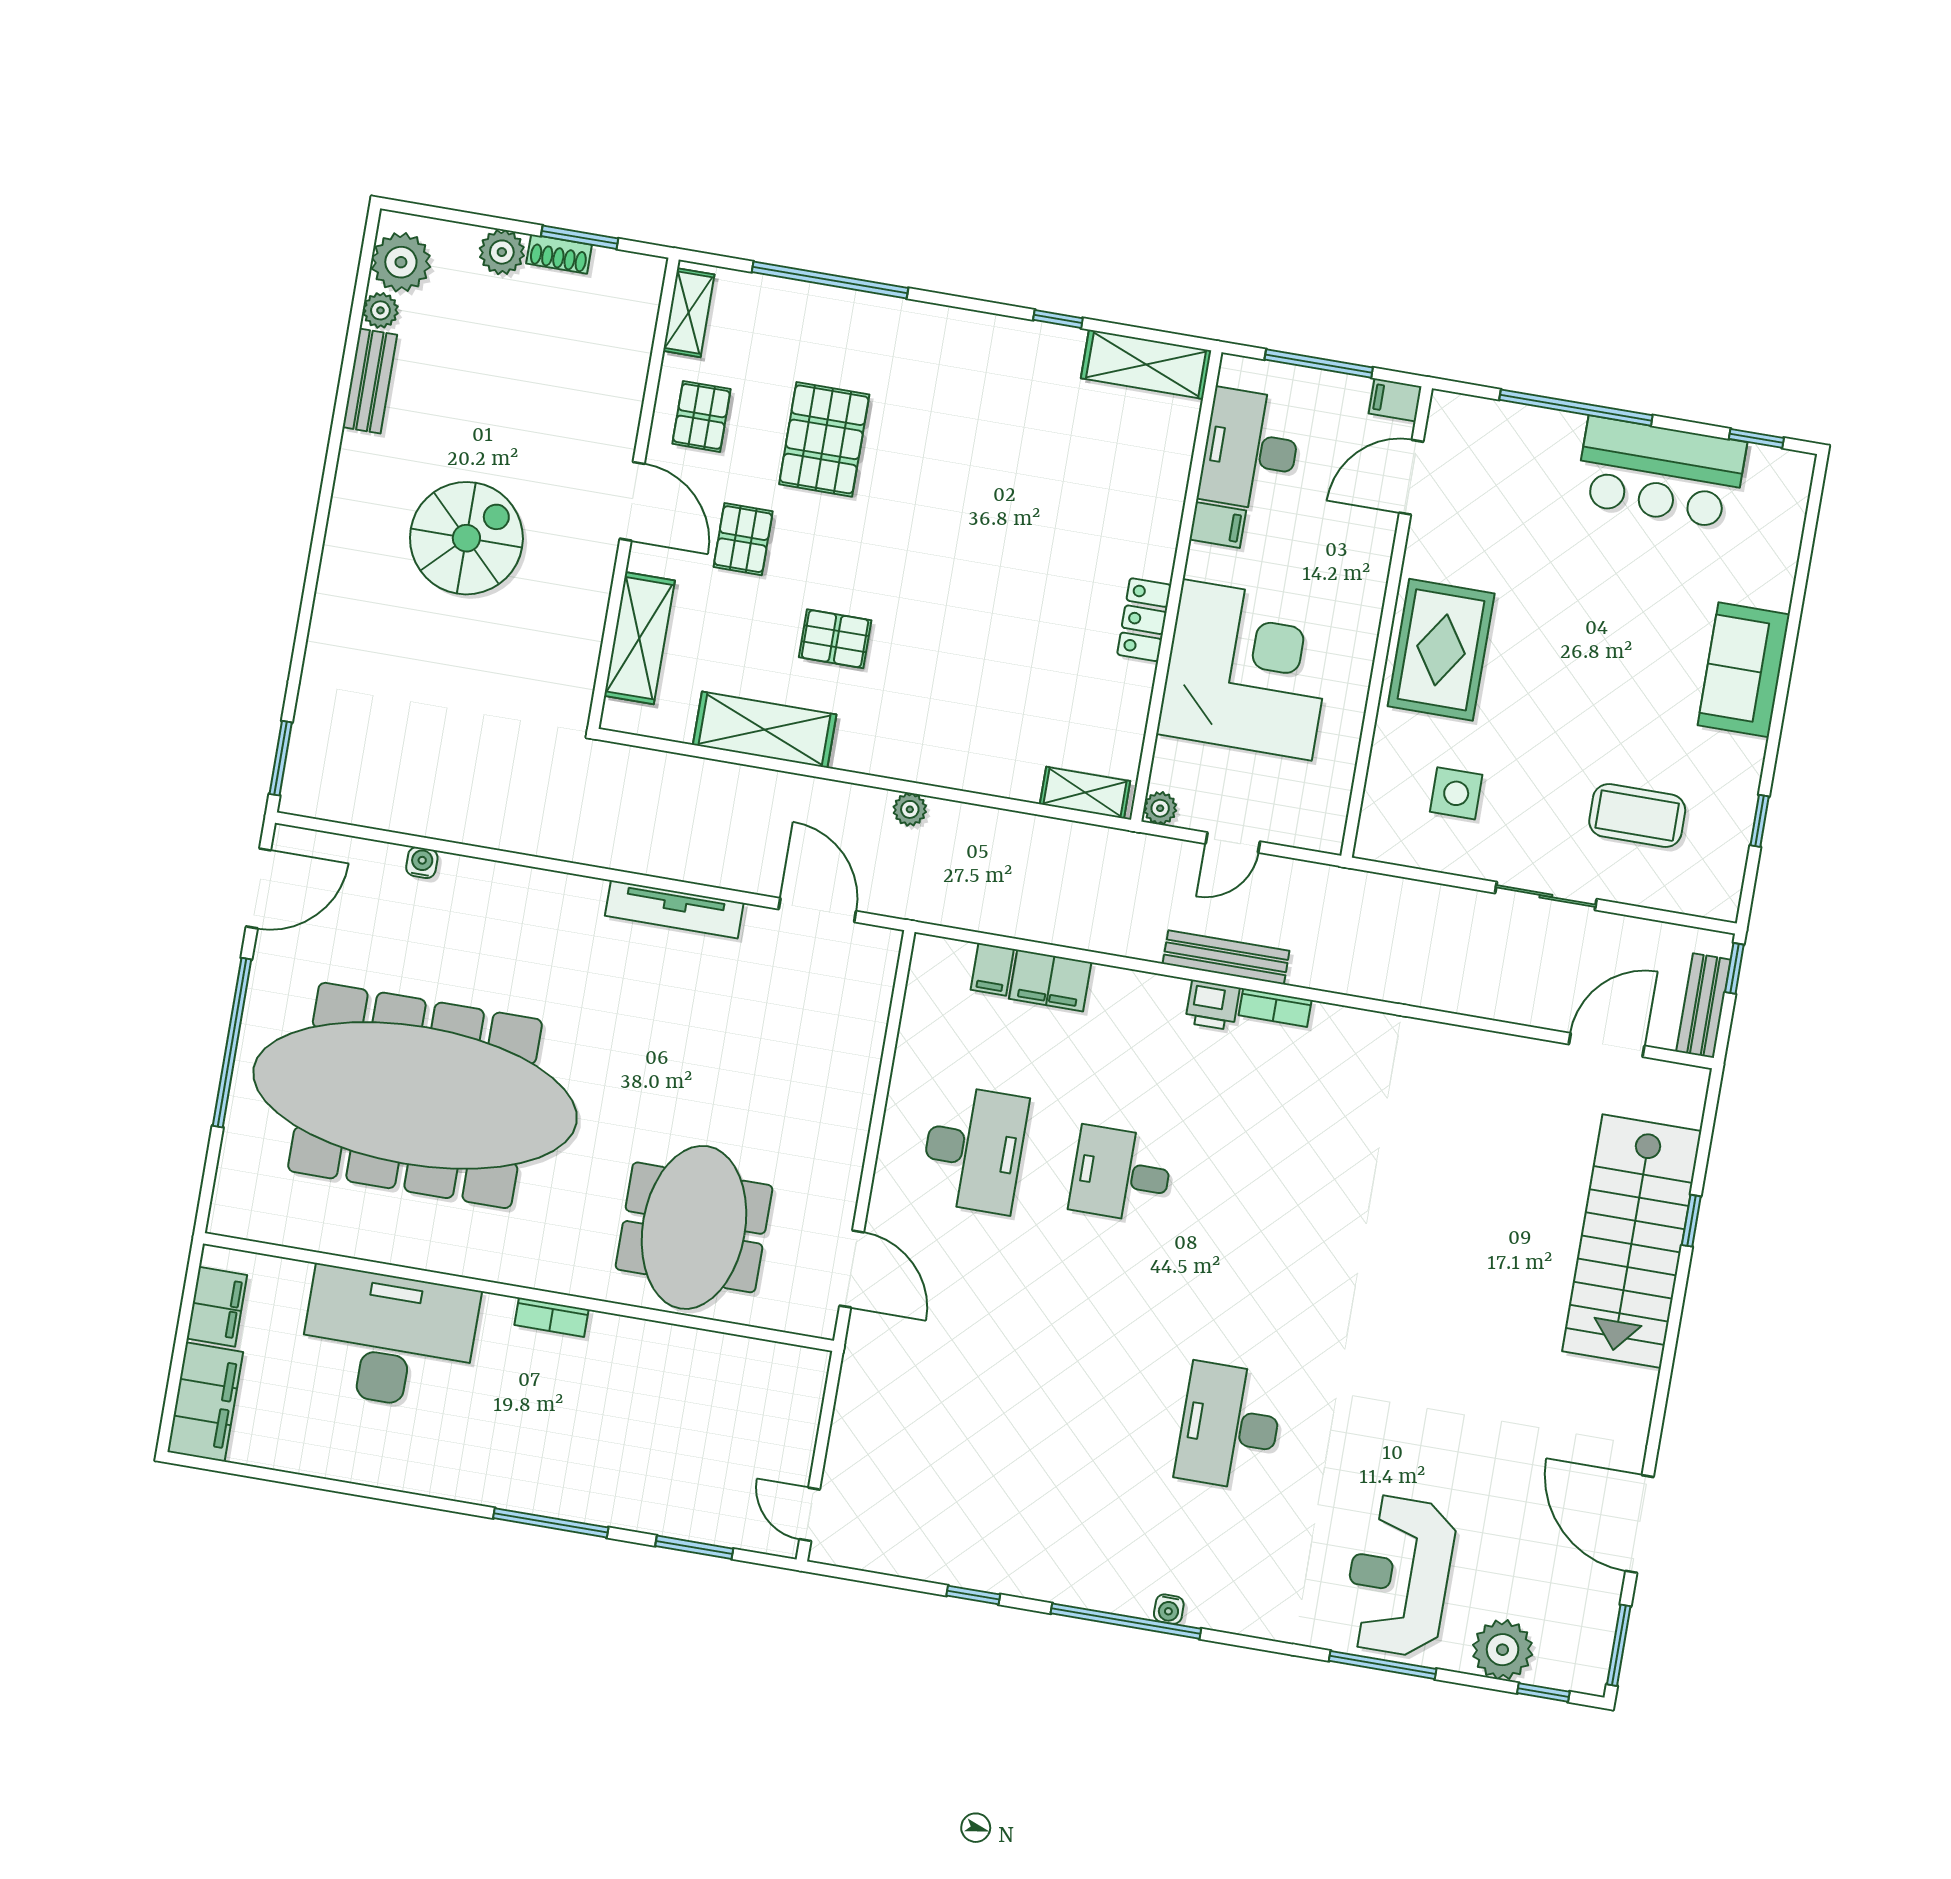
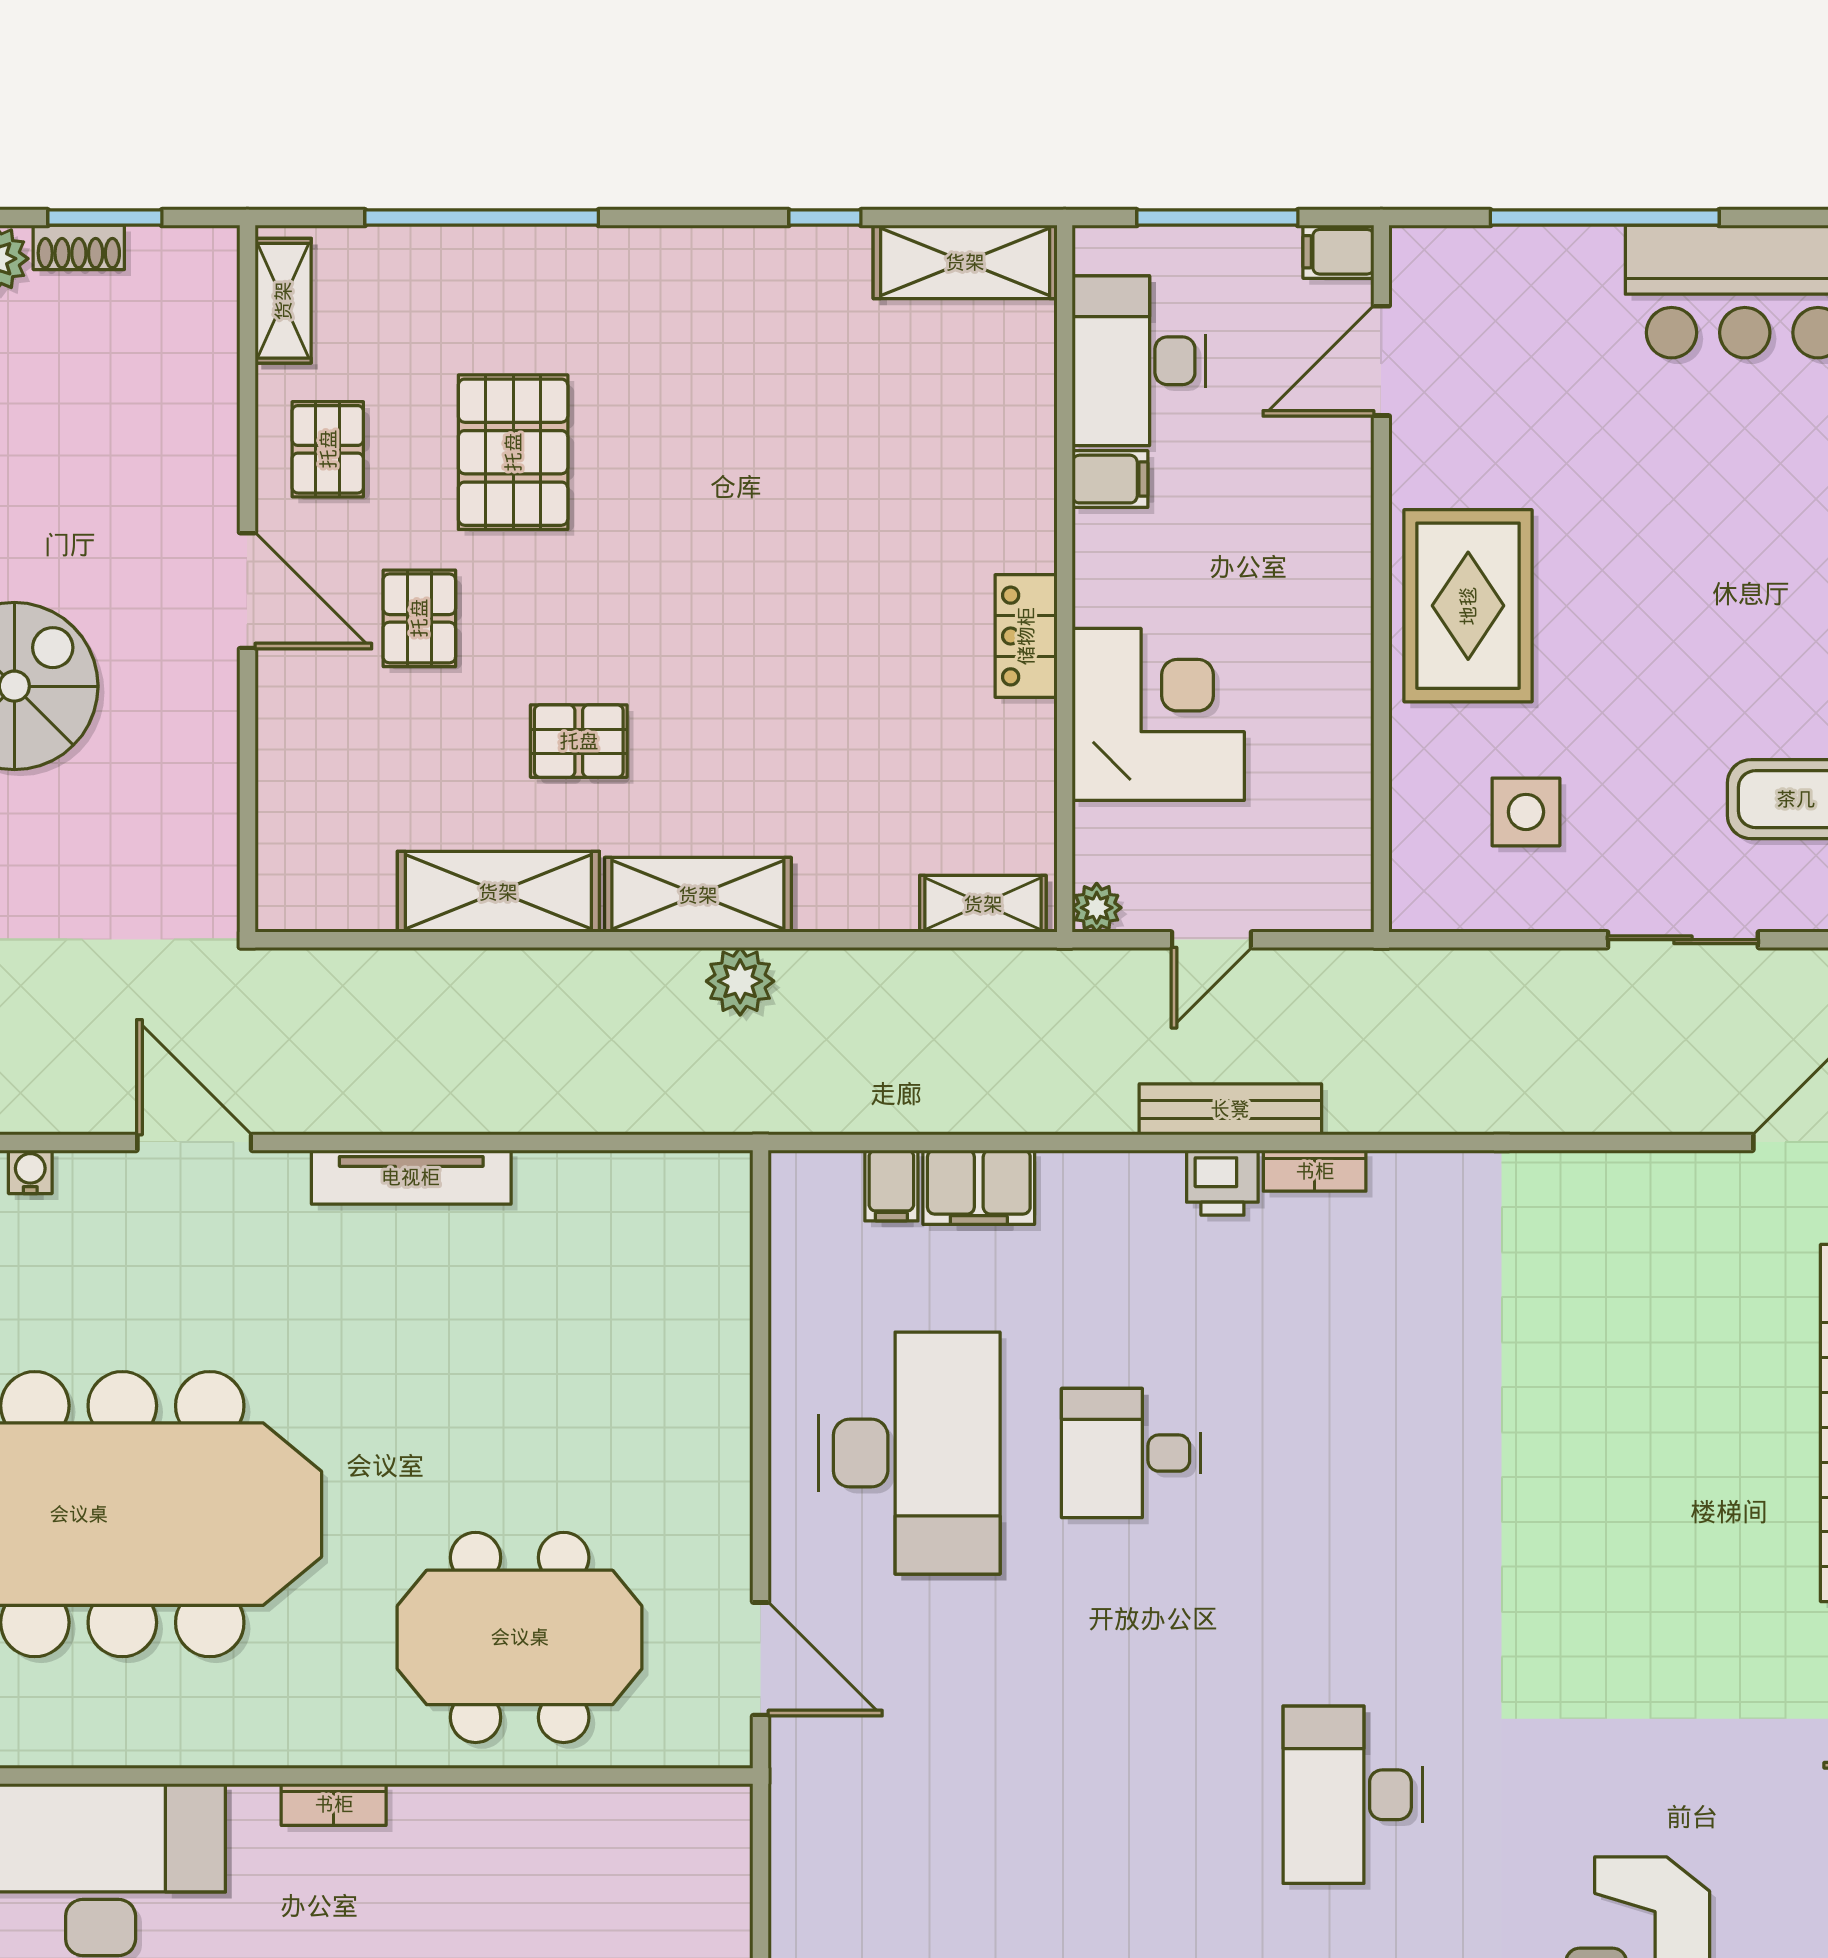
shelving: (639, 638) -> (698, 895), moved, turned 90
corner desk: (1247, 670) -> (1158, 714), width x0.74, depth x0.74
plant: (910, 809) -> (740, 981), width x1.38, depth x1.38
door: (817, 910) -> (194, 1142), moved
desk: (974, 1149) -> (909, 1453), width x1.36, depth x1.30
meeting table: (694, 1227) -> (520, 1637), turned 90

